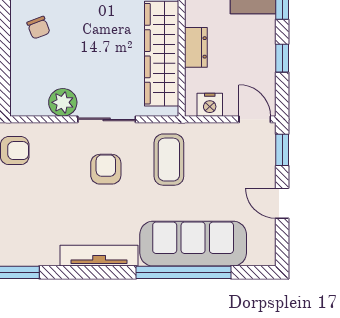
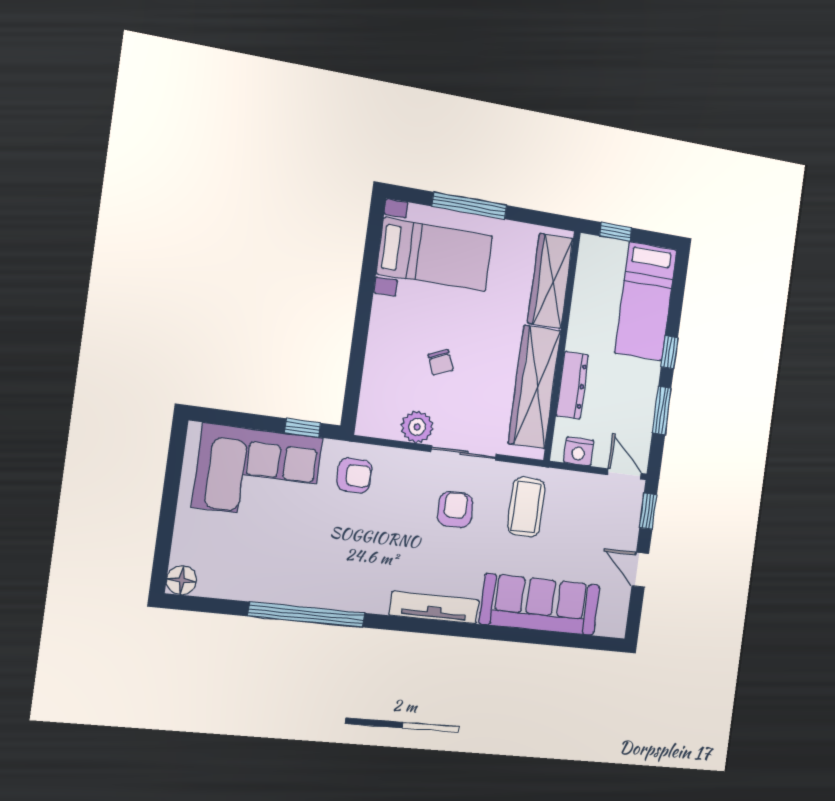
chair: (38, 28) -> (441, 362), moved
dresser: (196, 47) -> (572, 385), width x1.44
window: (282, 58) -> (662, 410), width x1.50
window: (184, 272) -> (525, 636), removed

